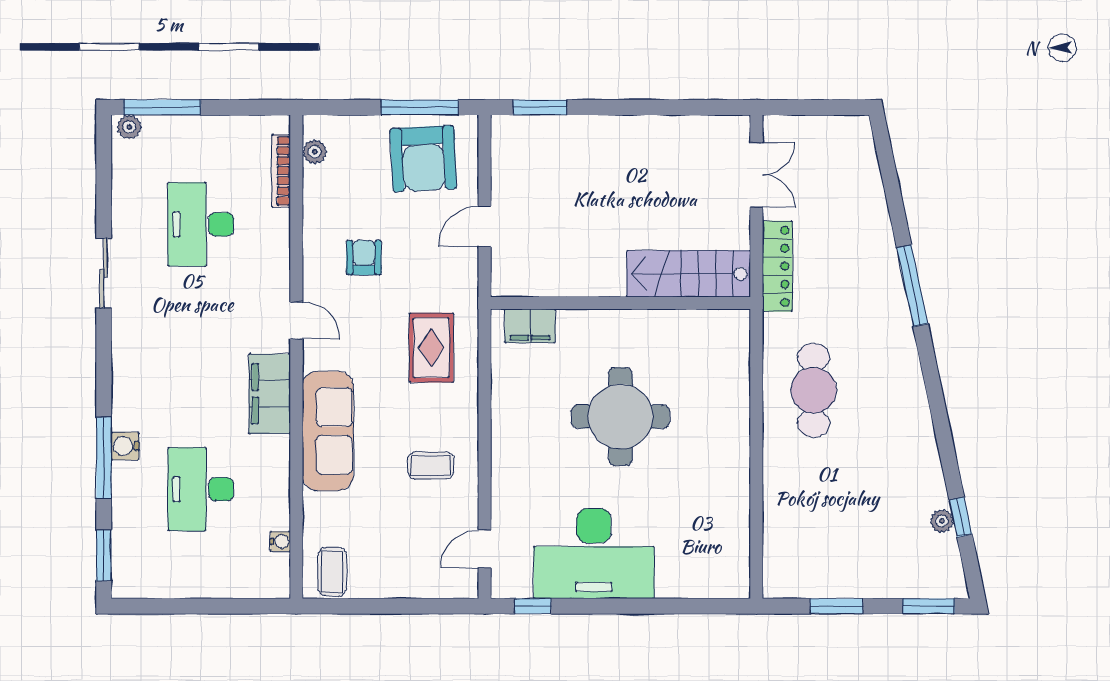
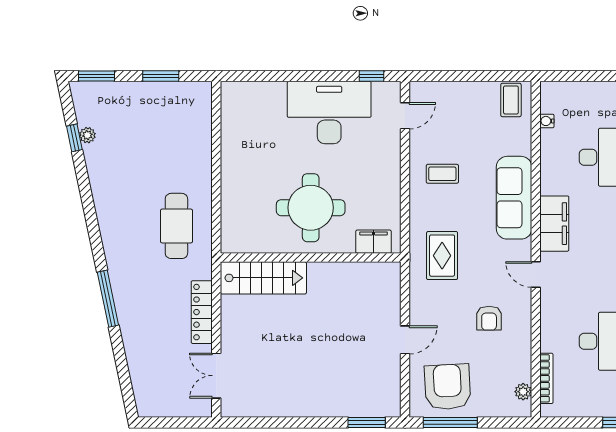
stairs: (689, 274) -> (263, 278), moved
wall: (620, 303) -> (311, 258), moved
filing cabinet: (530, 326) -> (374, 242), moved

